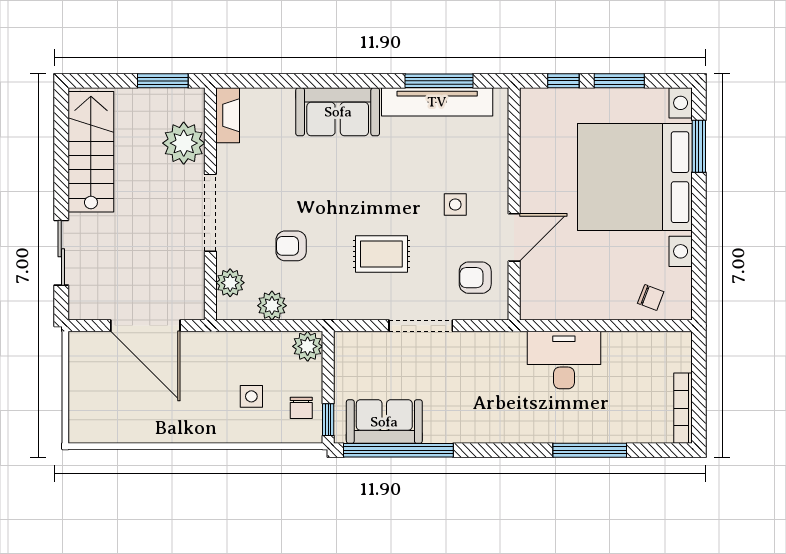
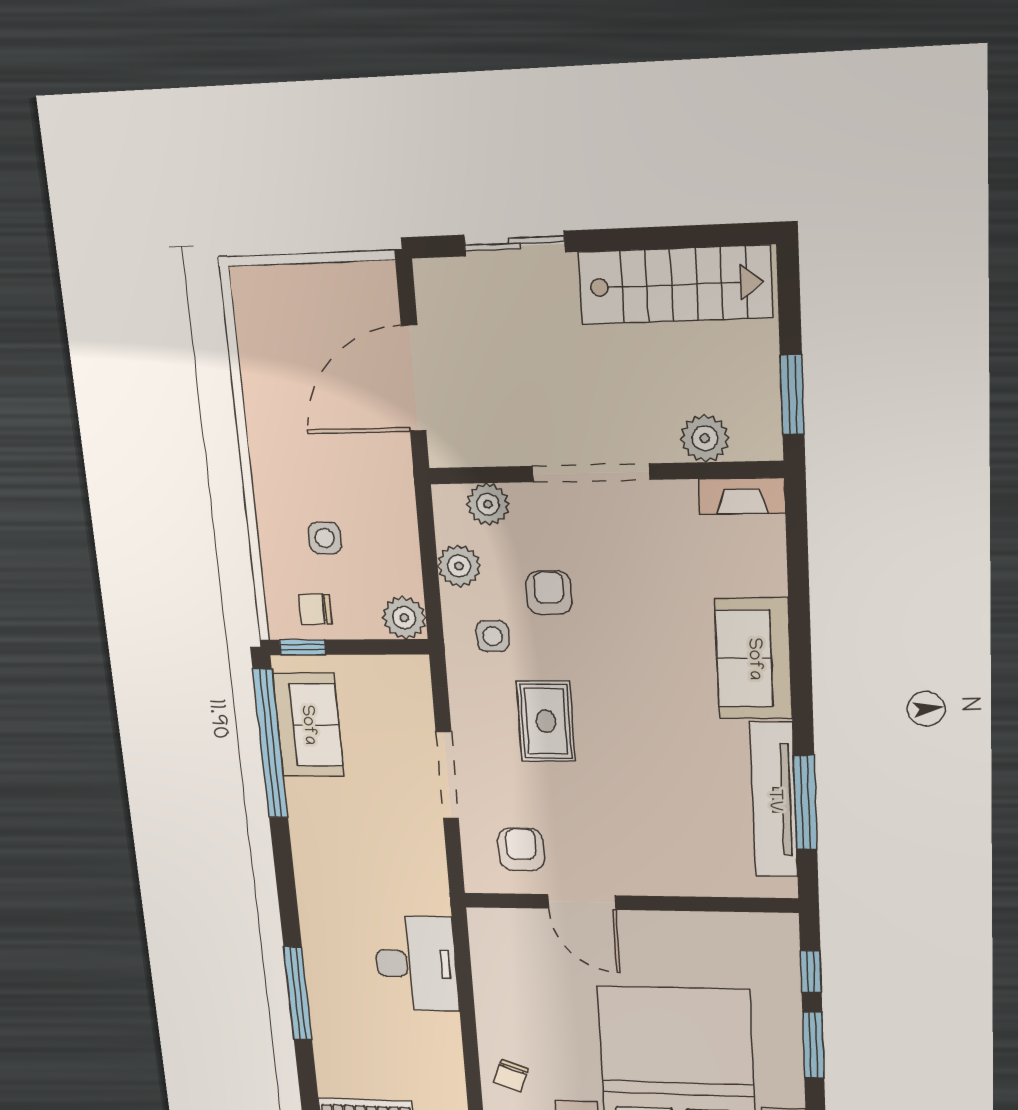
plant: (184, 143) -> (705, 438), width x0.73, depth x0.73
side table: (455, 205) -> (493, 636), moved

